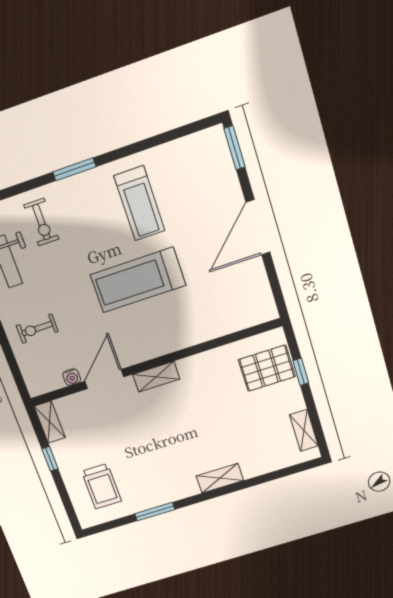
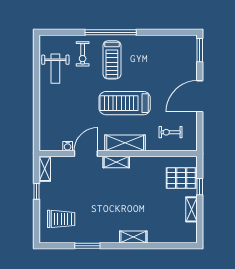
window: (74, 169) -> (111, 32), width x2.11
treadmill: (139, 203) -> (112, 60), moved
exercise bike: (37, 329) -> (171, 132), moved
shelving: (160, 343) -> (125, 143), added
shelving: (304, 430) -> (192, 209), moved
trolley: (102, 486) -> (61, 219), turned -90

